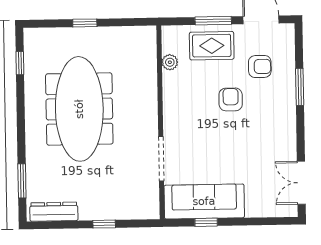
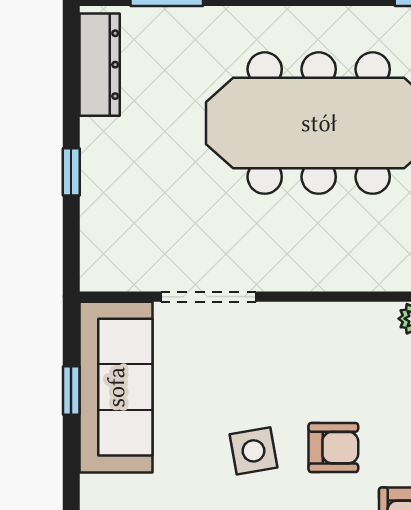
side table: (233, 137) -> (253, 451), added

